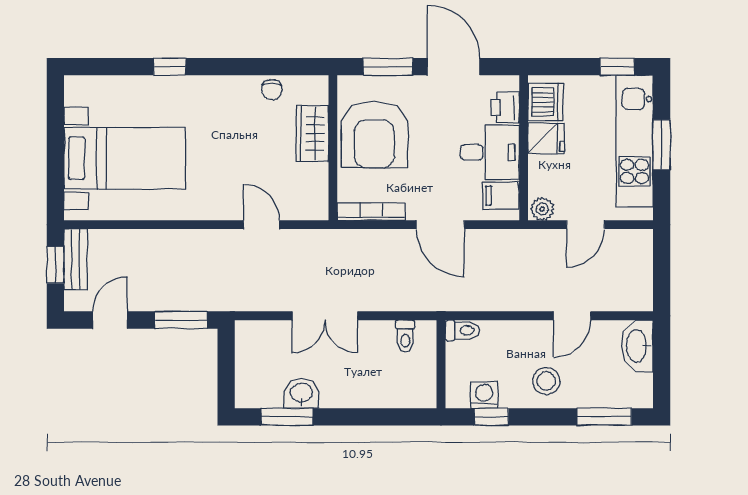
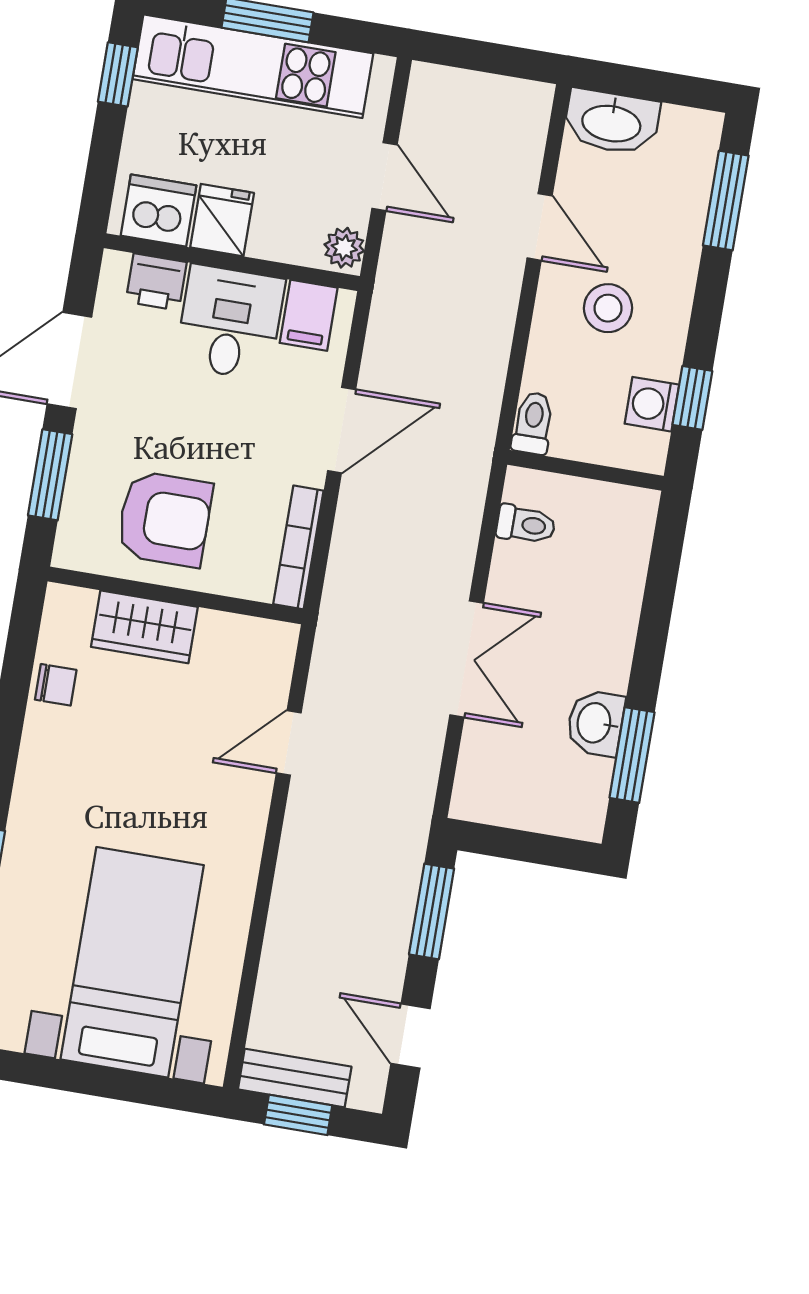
armchair: (374, 135) -> (165, 519), width x0.73, depth x0.73
stool: (546, 381) -> (608, 308), moved

